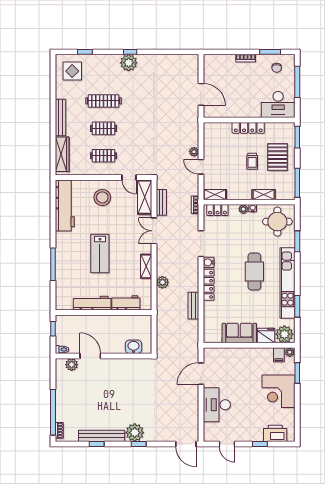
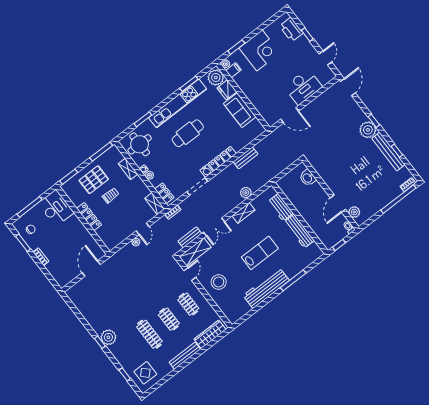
workbench: (65, 205) -> (266, 288), moved

